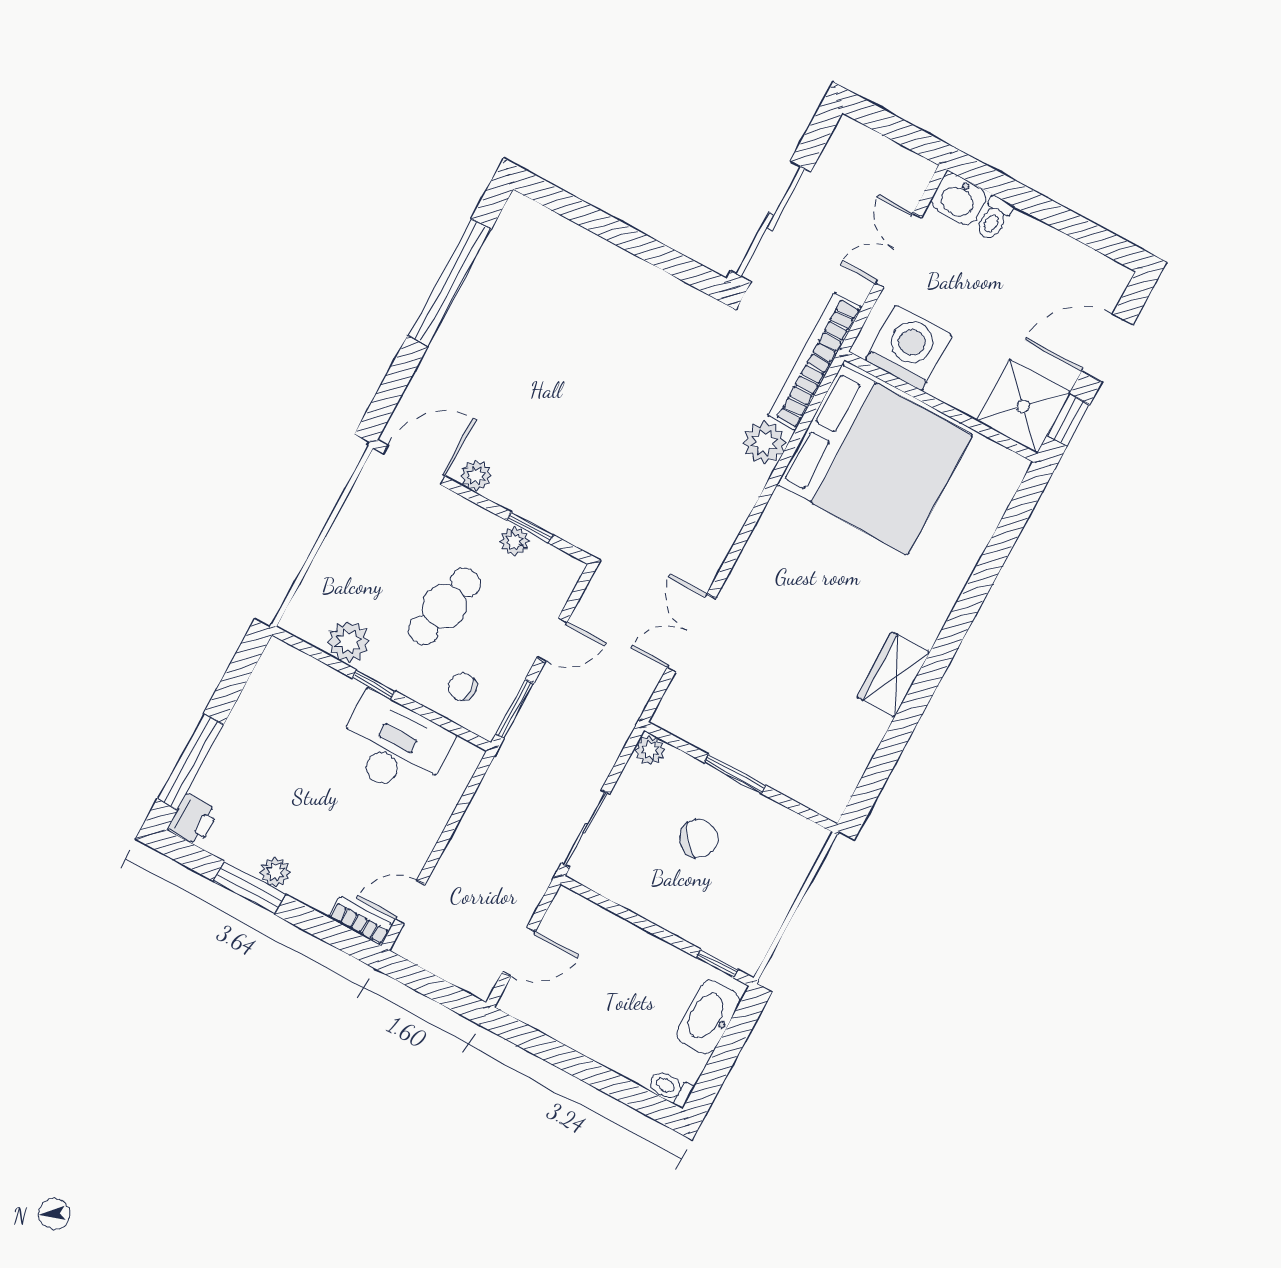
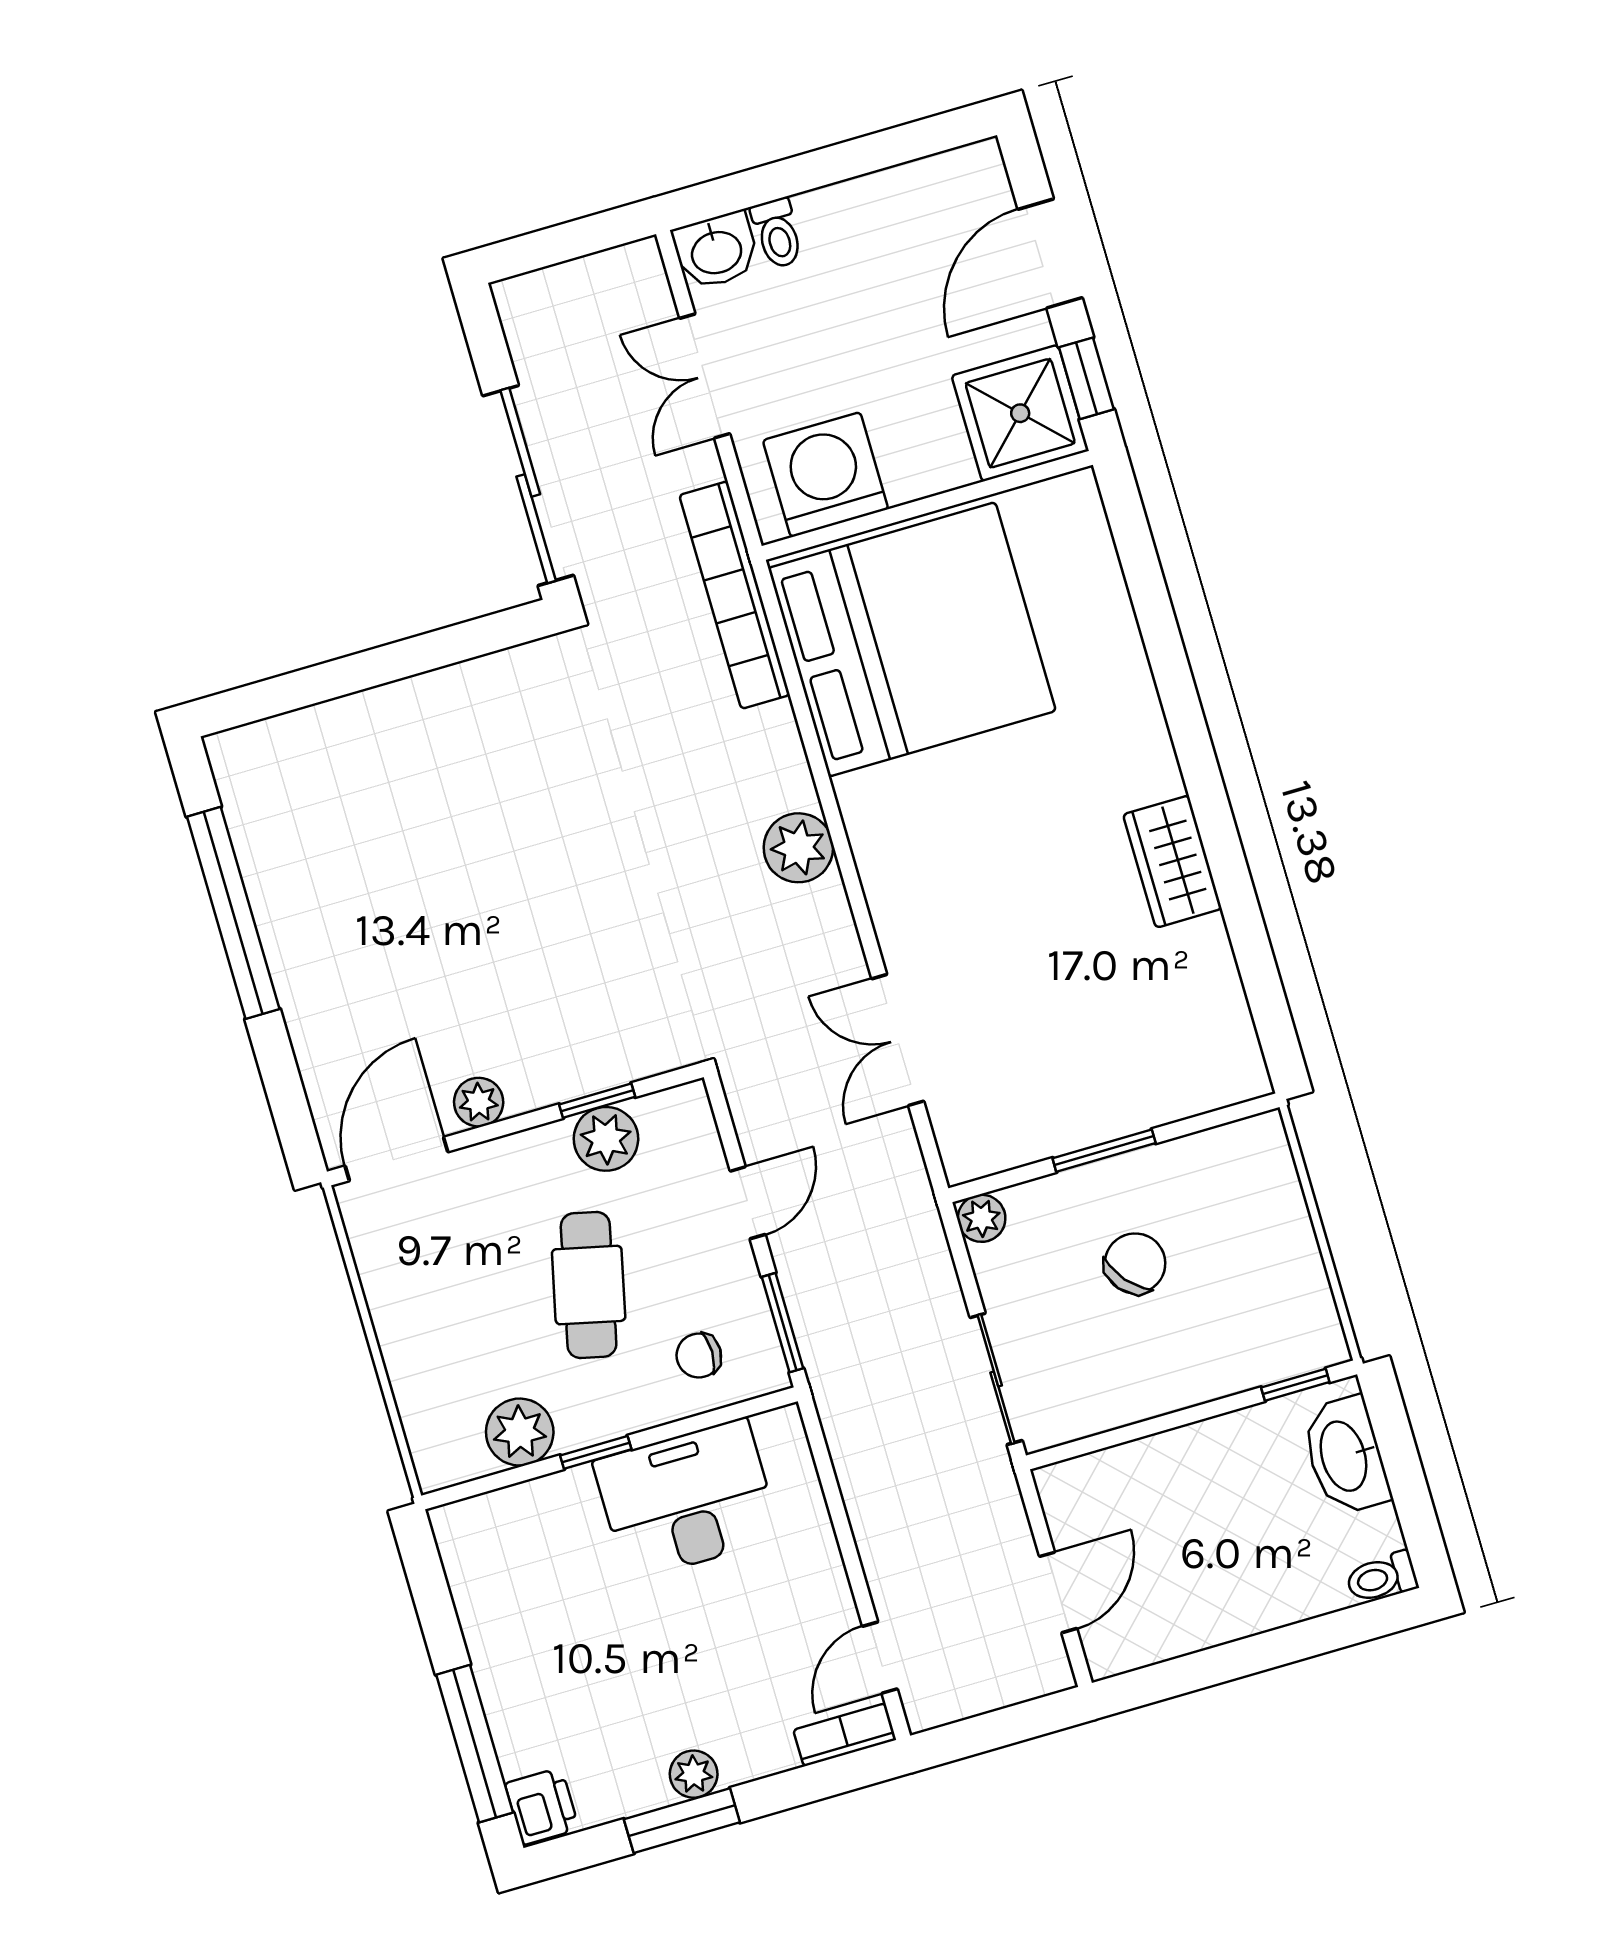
plant: (764, 442) -> (798, 848), moved
plant: (514, 541) -> (606, 1139), width x1.38, depth x1.38

